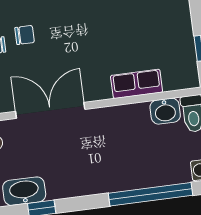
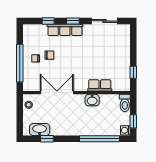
washbasin: (165, 111) -> (92, 100), moved

